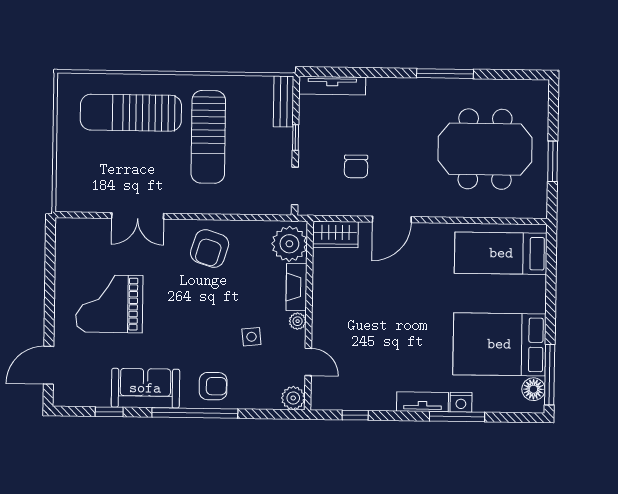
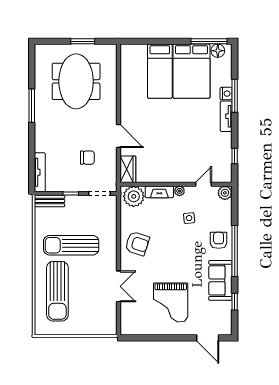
sun lounger: (208, 137) -> (71, 245), turned 180
bed: (501, 253) -> (160, 71), moved

